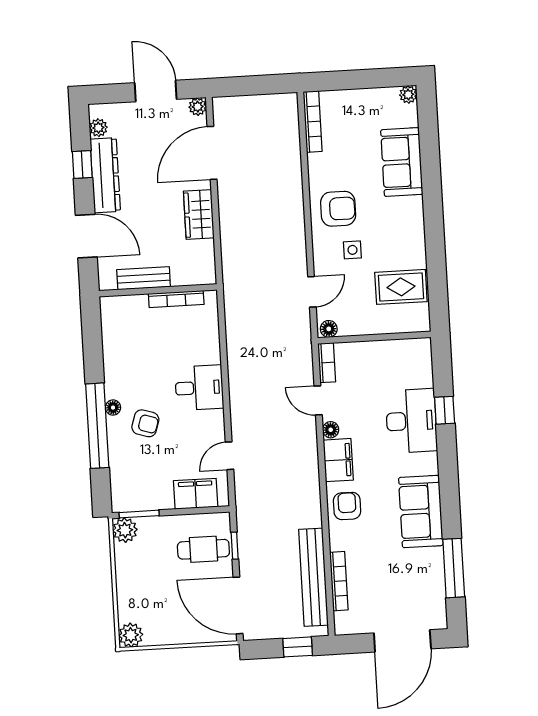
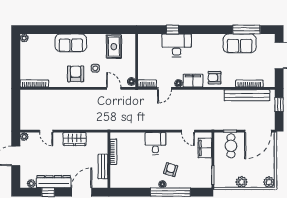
door: (212, 153) -> (46, 131), width x0.53
sofa: (402, 162) -> (71, 43), moved
sofa: (421, 511) -> (240, 43), moved
plant: (125, 530) -> (242, 182), moved

